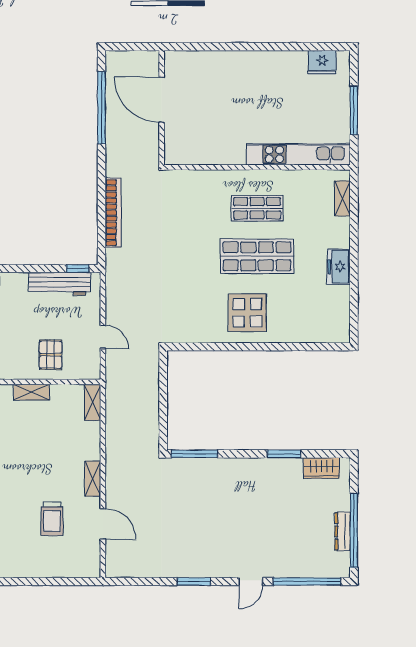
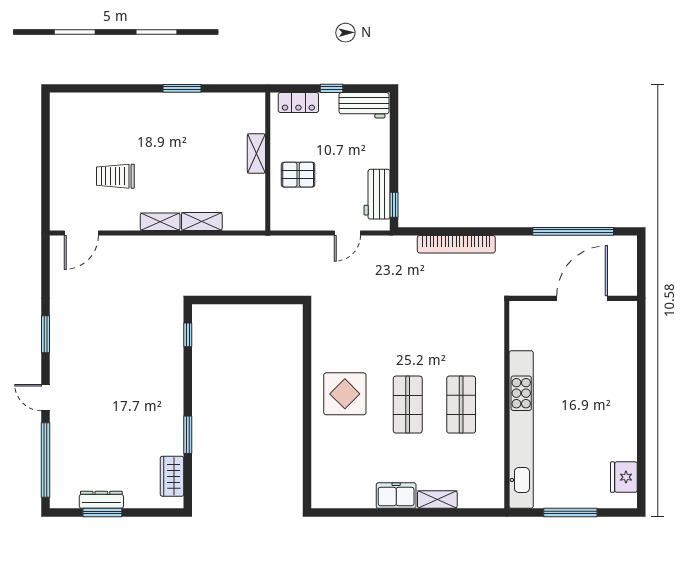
kitchen unit: (298, 154) -> (521, 429), width x1.36
shelving: (342, 198) -> (437, 500), moved
shop shelf: (257, 256) -> (408, 405), width x0.70, depth x0.74
workbench: (60, 284) -> (377, 194), width x0.73
door: (103, 337) -> (347, 233), moved
shelving: (93, 402) -> (202, 221), moved
window: (194, 454) -> (188, 335), width x0.46
door: (103, 524) -> (81, 233), moved
window: (354, 530) -> (102, 512), width x0.47

